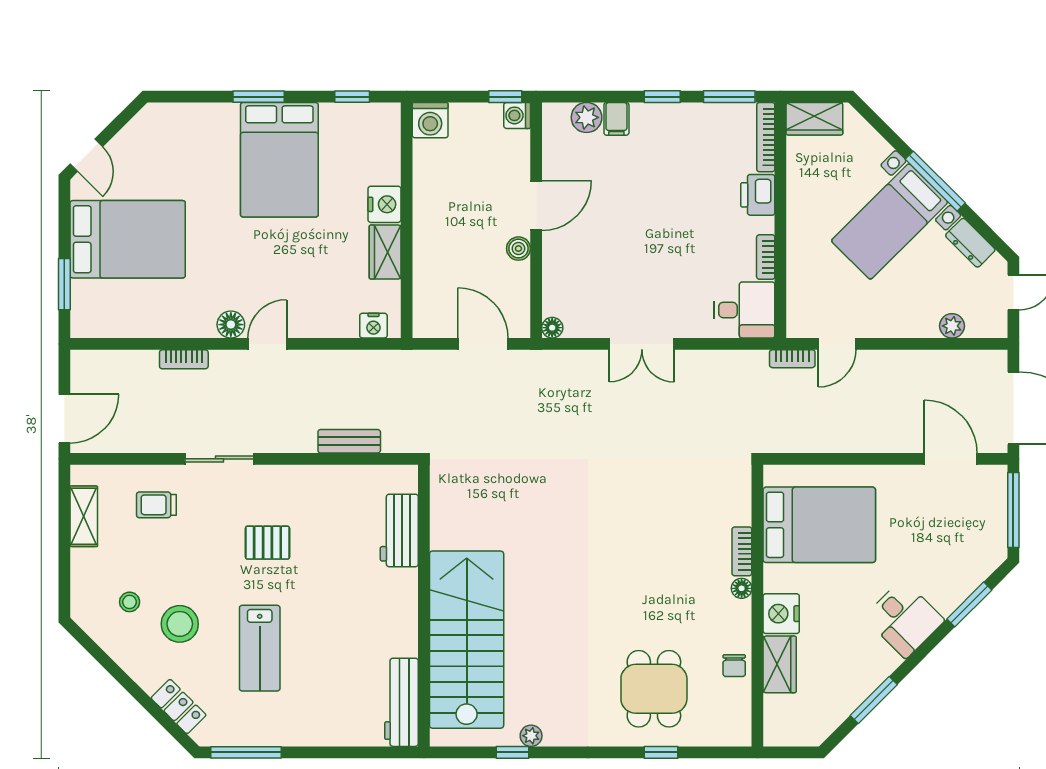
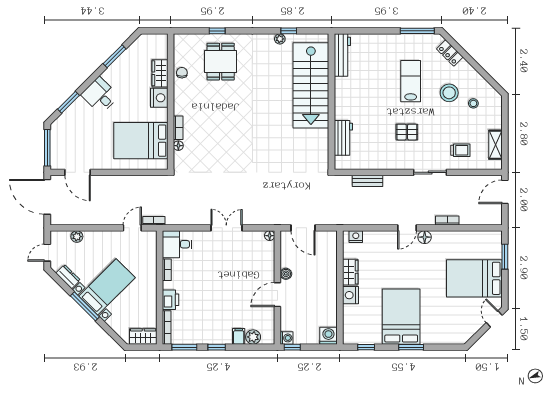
floor lamp: (742, 588) -> (178, 146), moved

